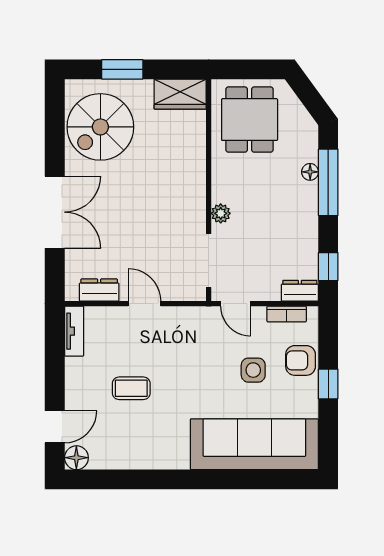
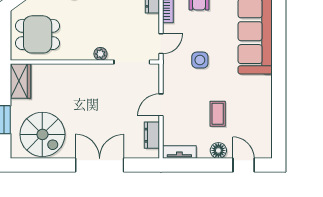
side table: (253, 370) -> (200, 60), moved
floor lamp: (76, 458) -> (218, 150), moved

